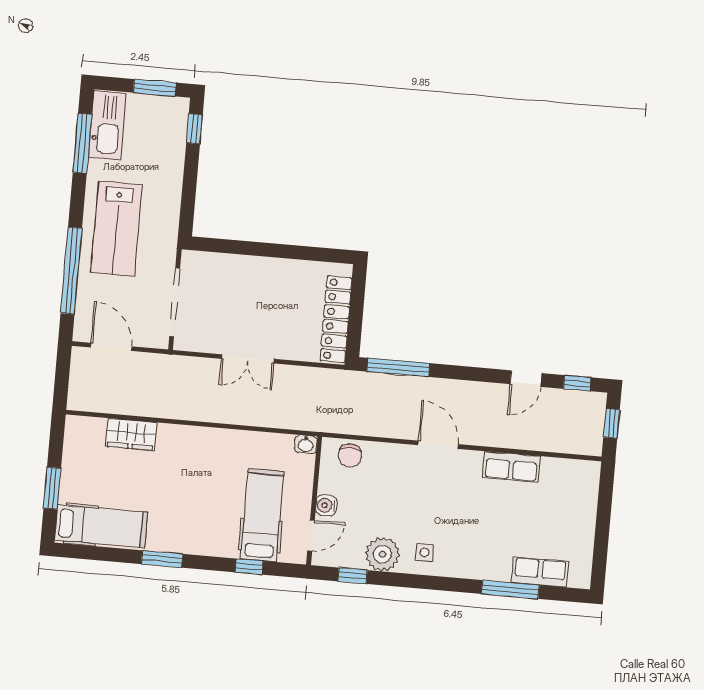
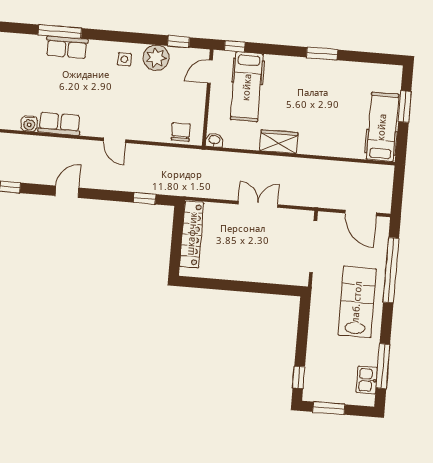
kitchen sink: (107, 125) -> (367, 380), width x0.53, depth x0.81
window: (398, 367) -> (145, 198), width x0.46
door: (526, 379) -> (67, 192), moved
wardrobe: (131, 434) -> (279, 142), moved
door: (438, 445) -> (115, 140), width x0.73
water cooler: (326, 505) -> (29, 124), moved, turned 90
hospital bed: (101, 526) -> (382, 127), moved, turned 90
window: (249, 567) -> (235, 46), moved
row of seats: (540, 572) -> (67, 47), moved

